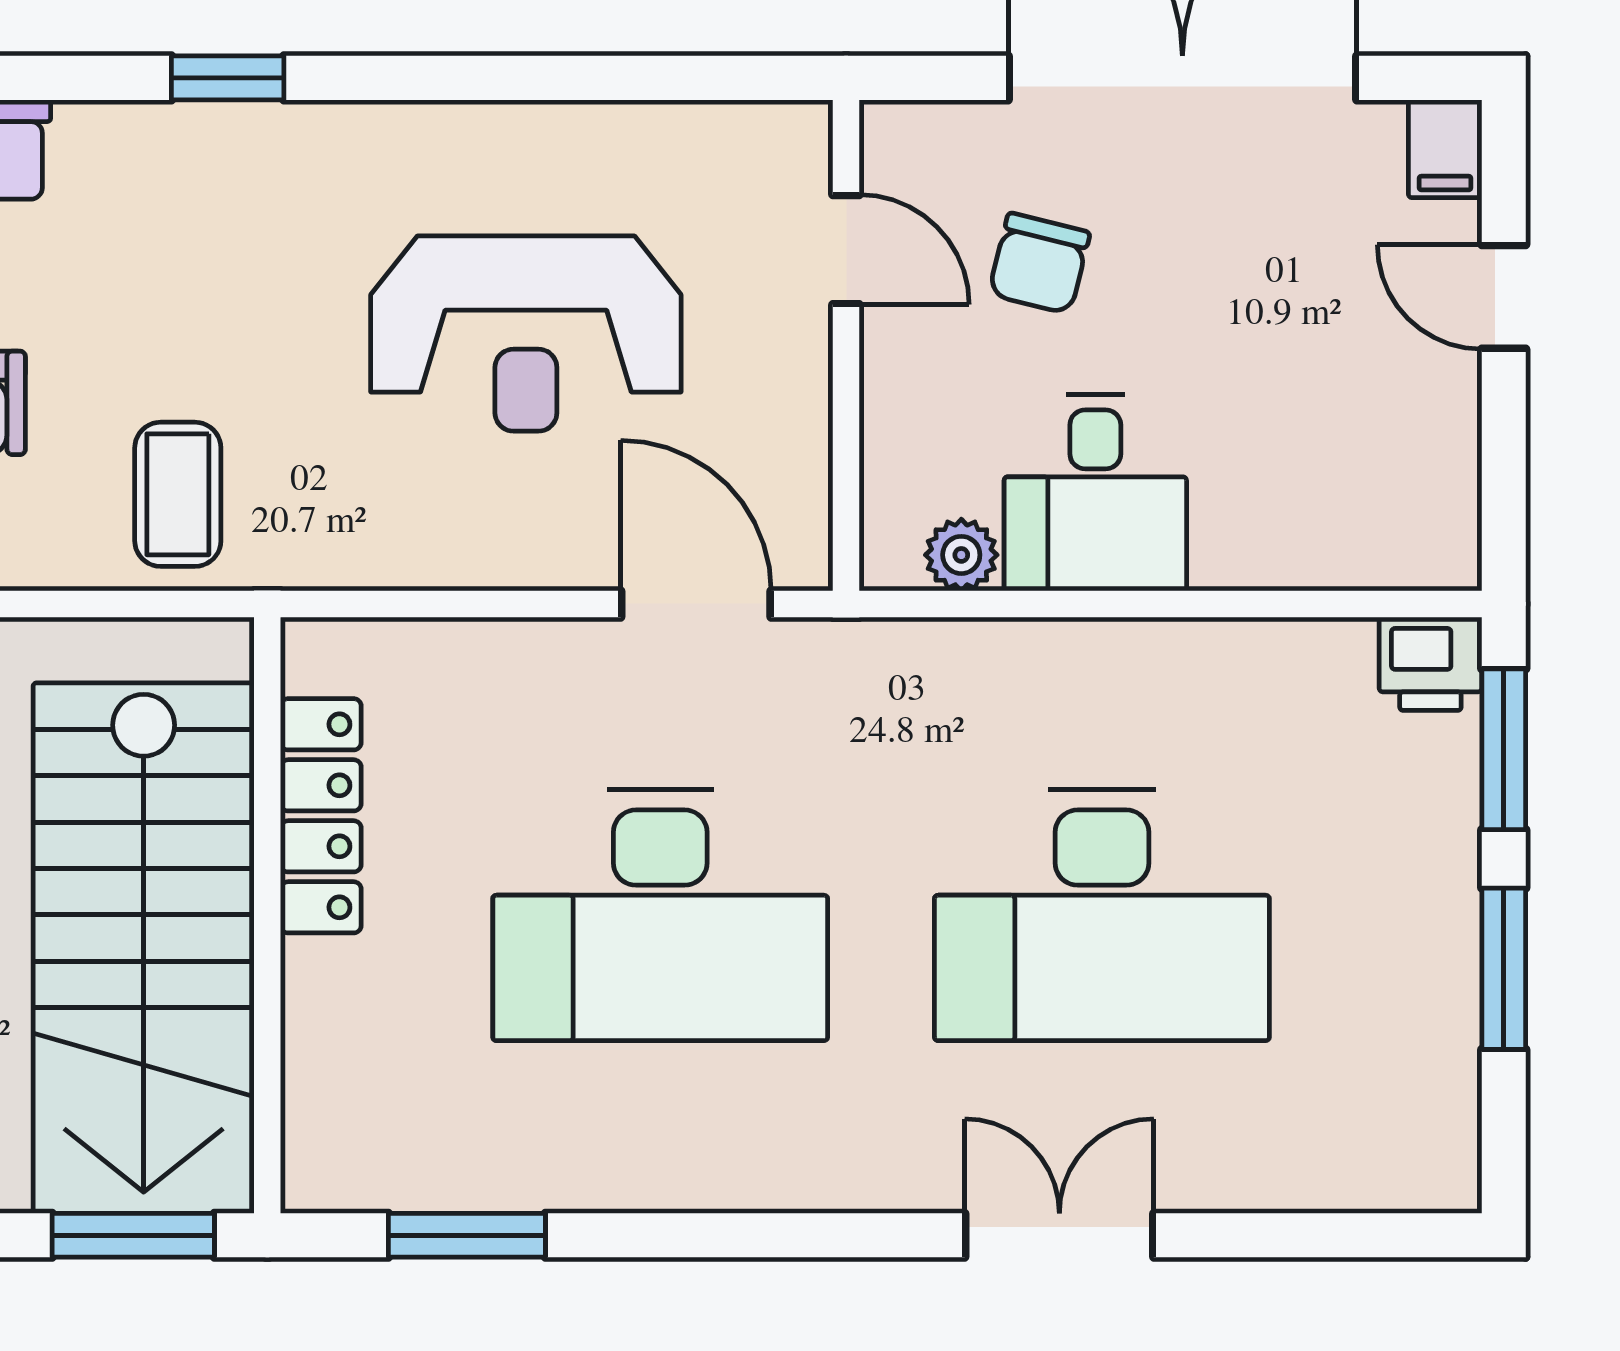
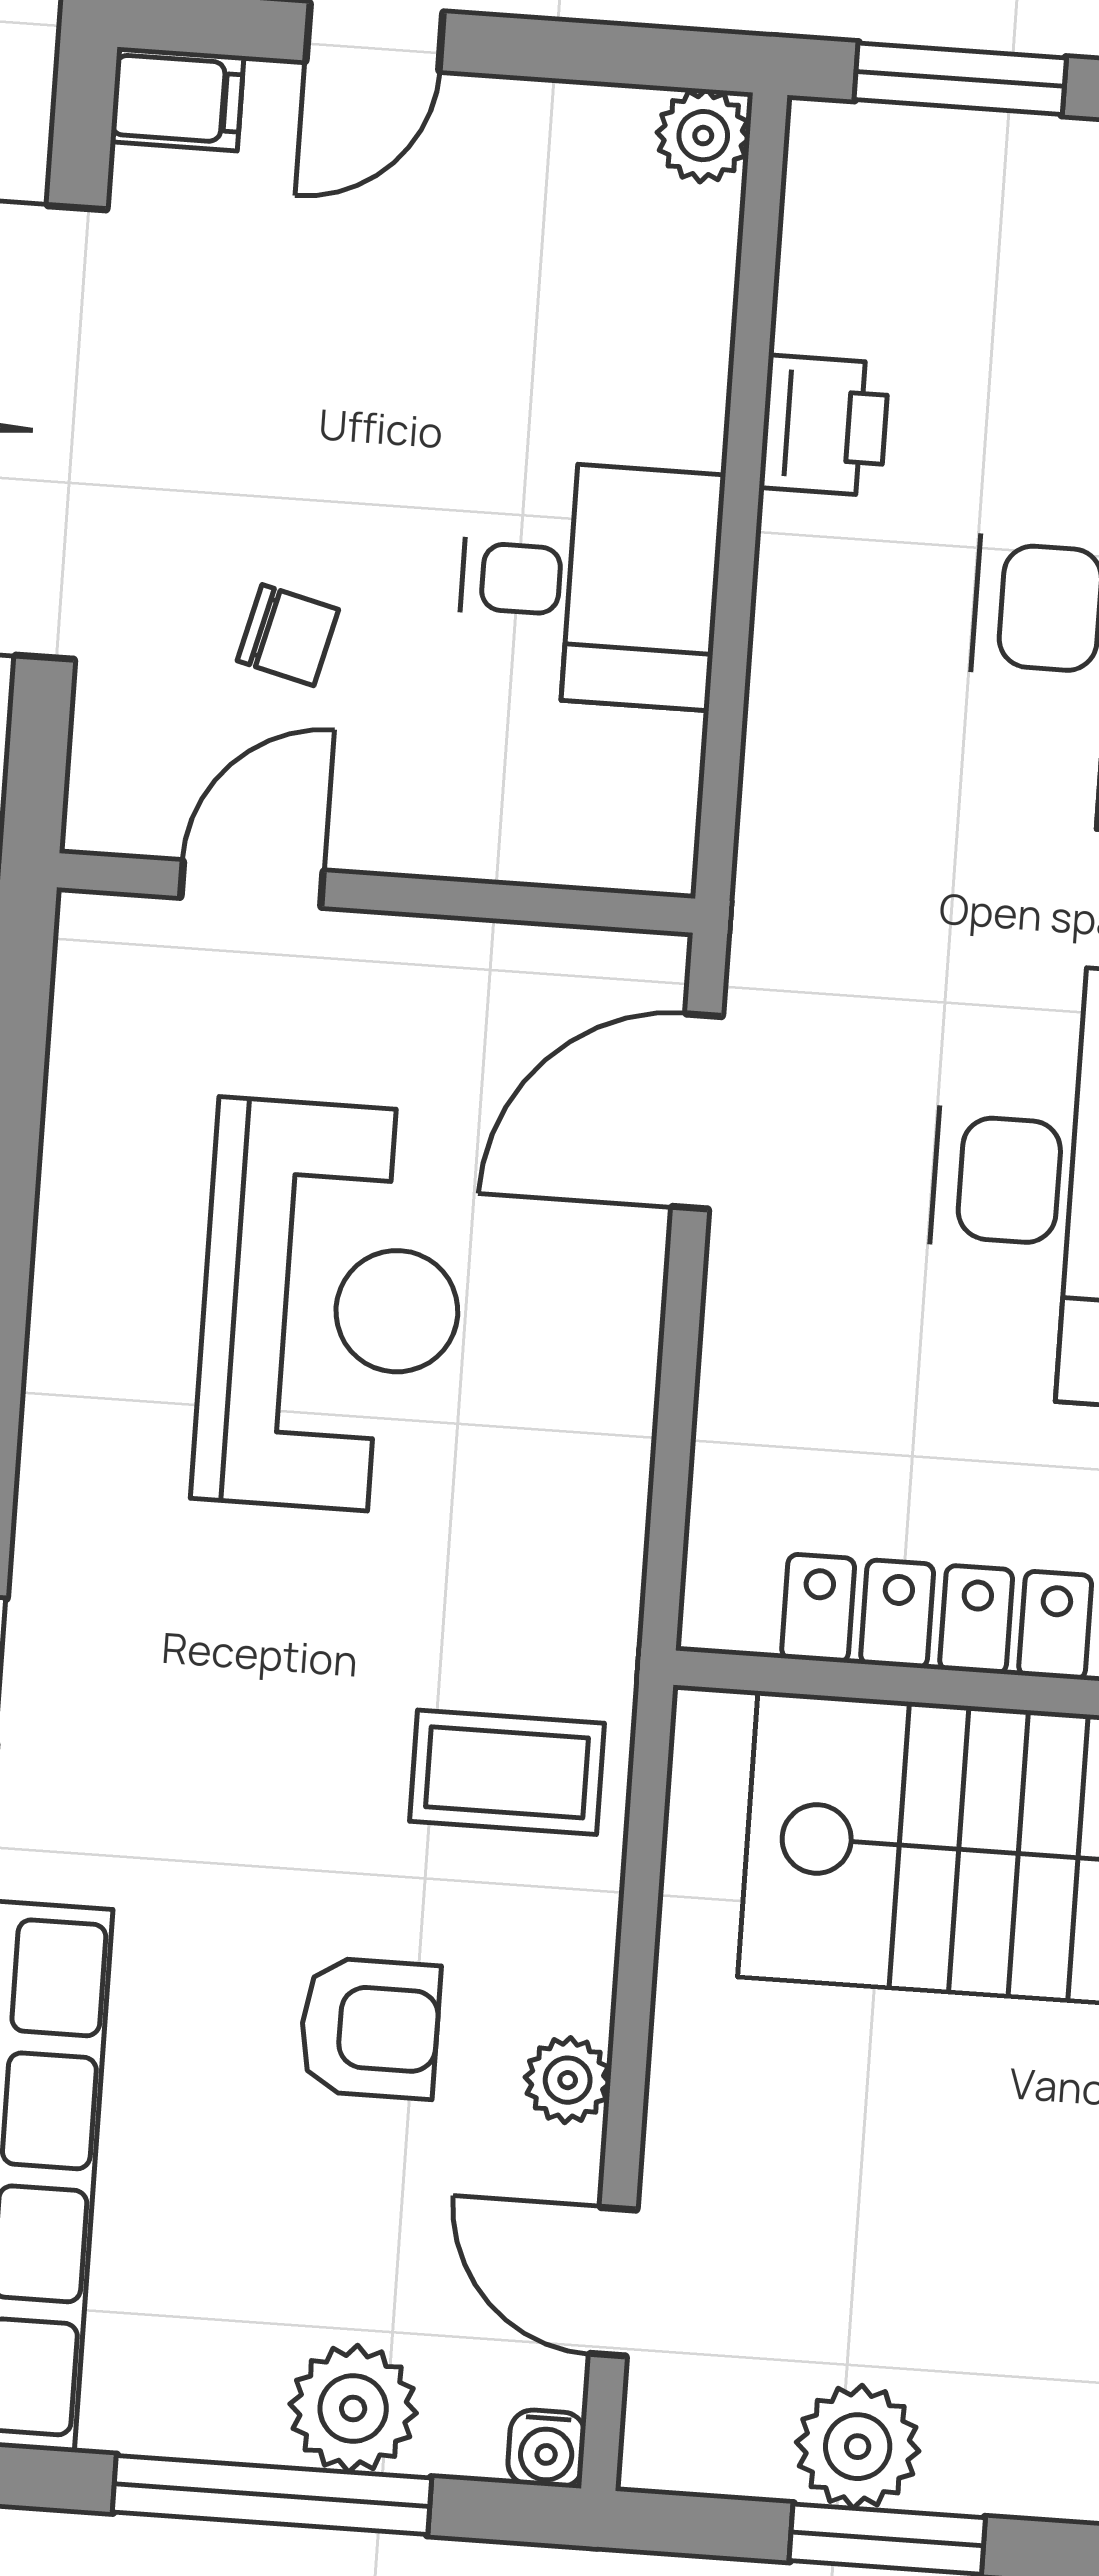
chair: (1039, 263) -> (288, 635), width x0.73, depth x0.73
plant: (961, 555) -> (703, 136), moved
printer: (1430, 664) -> (824, 425), moved

